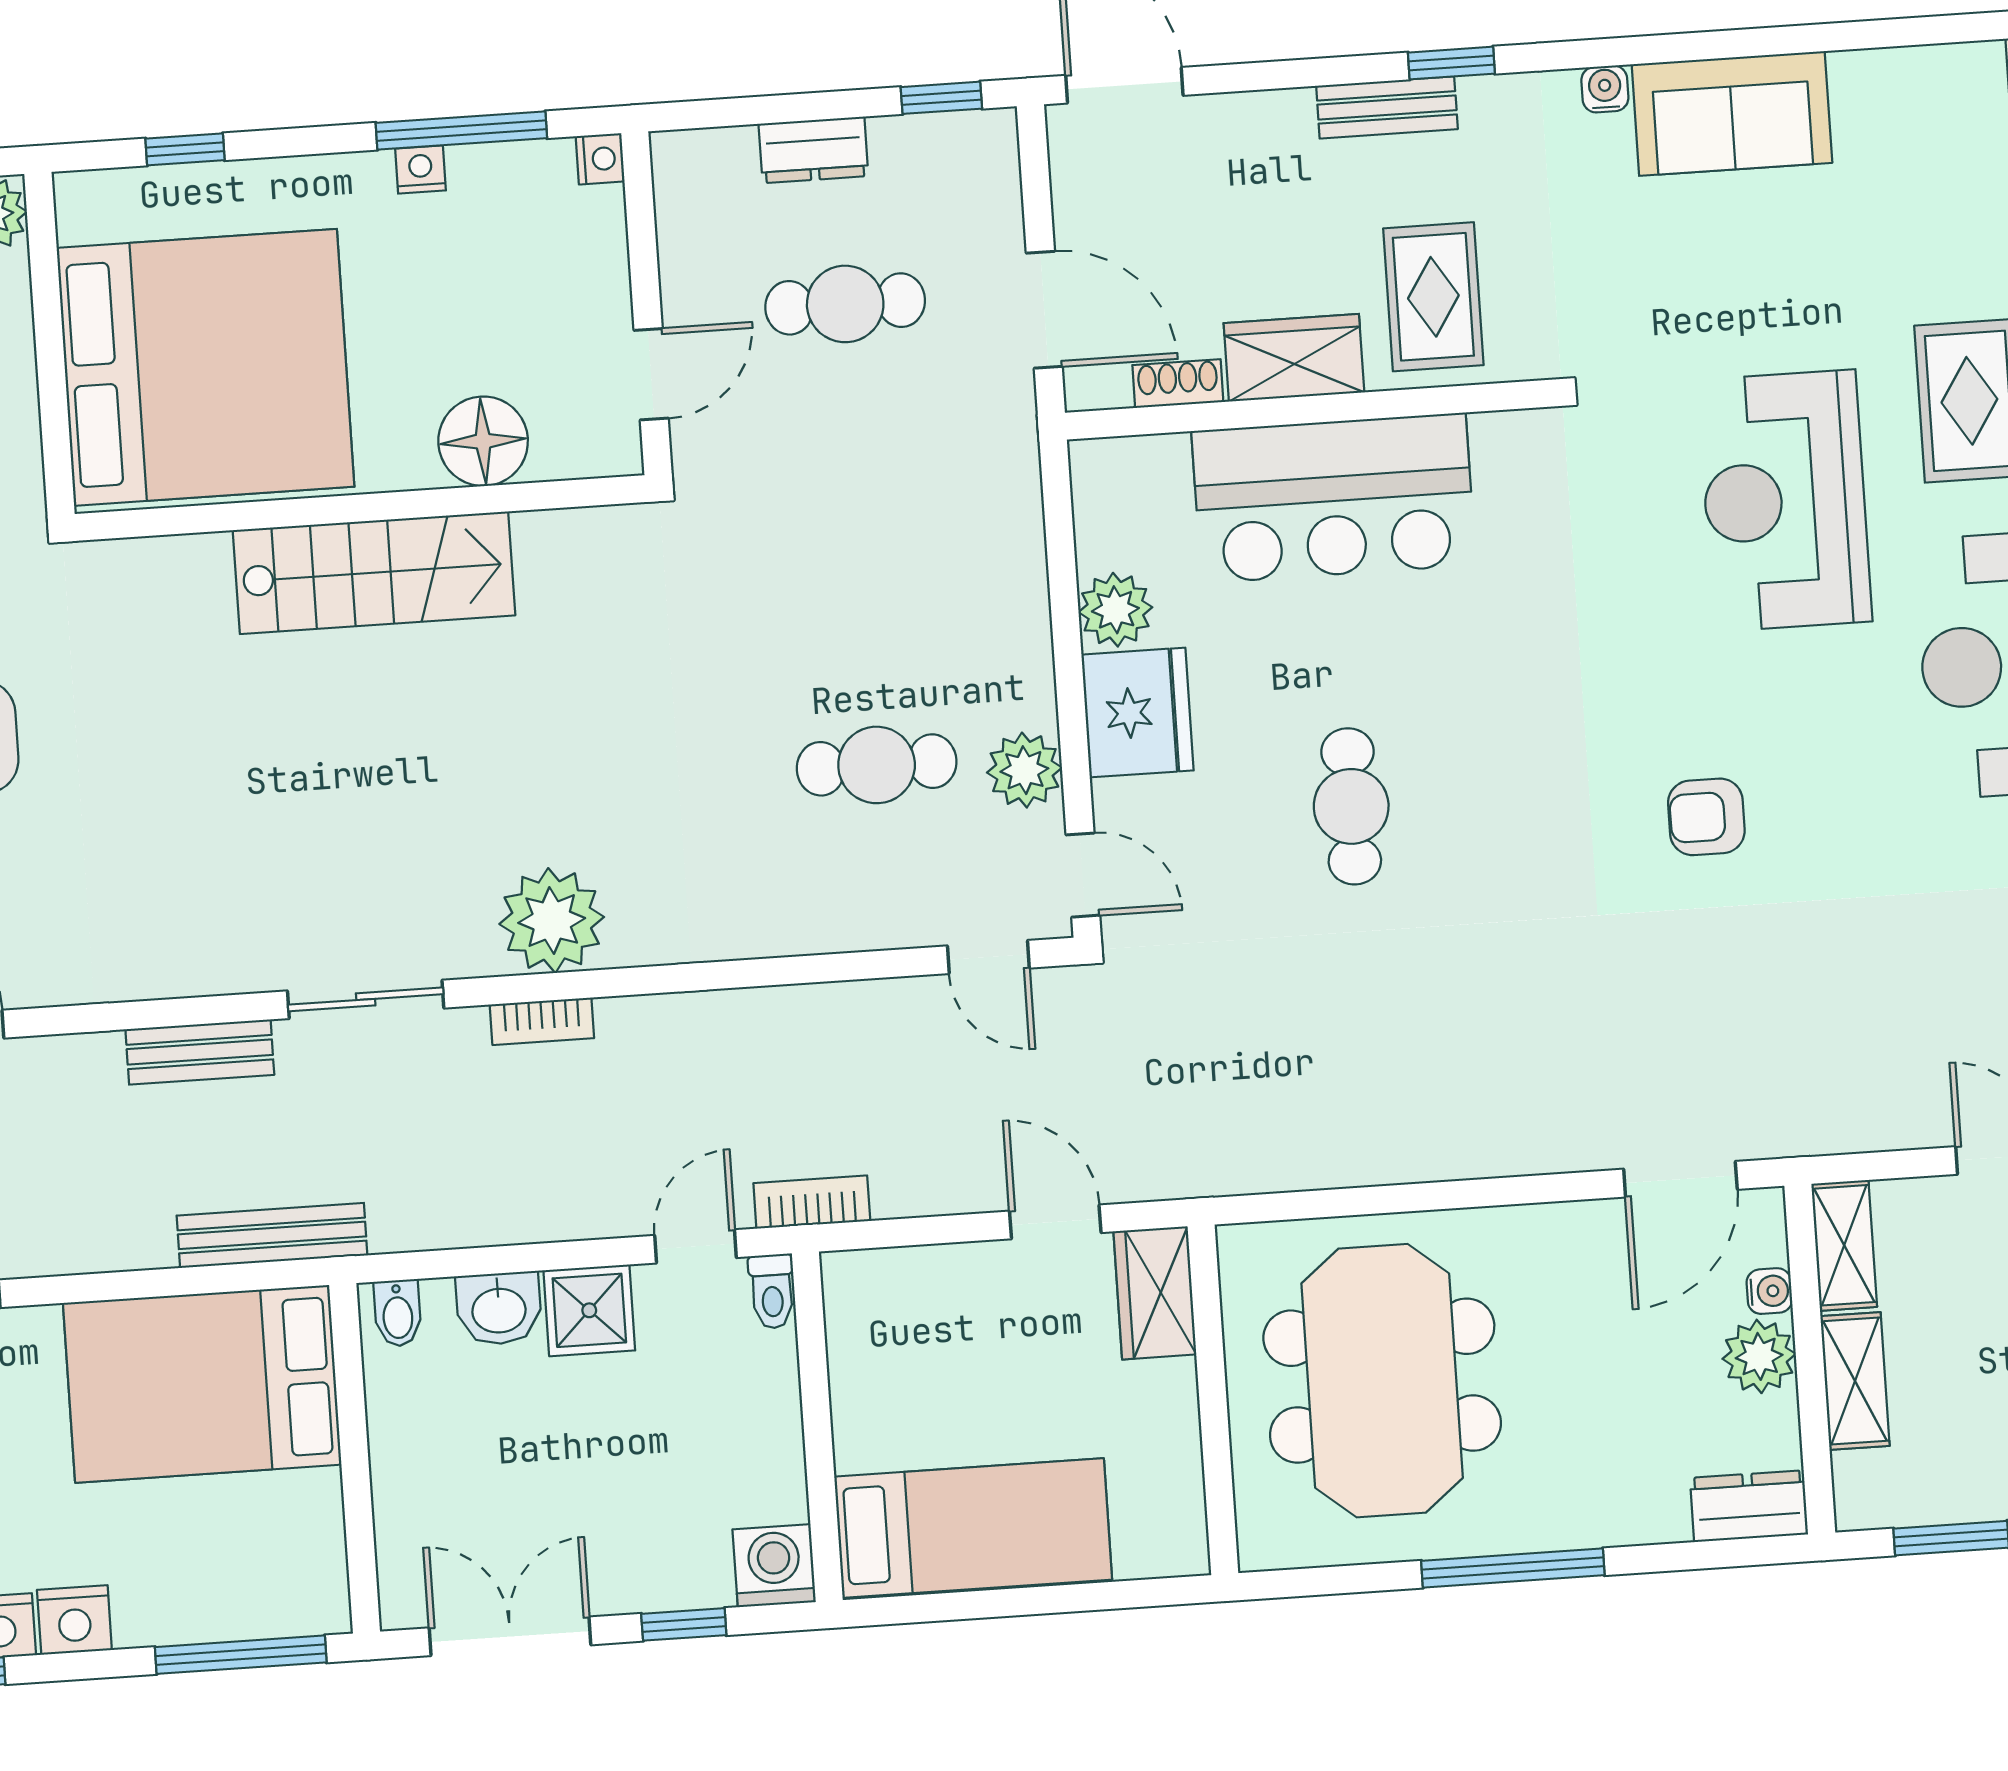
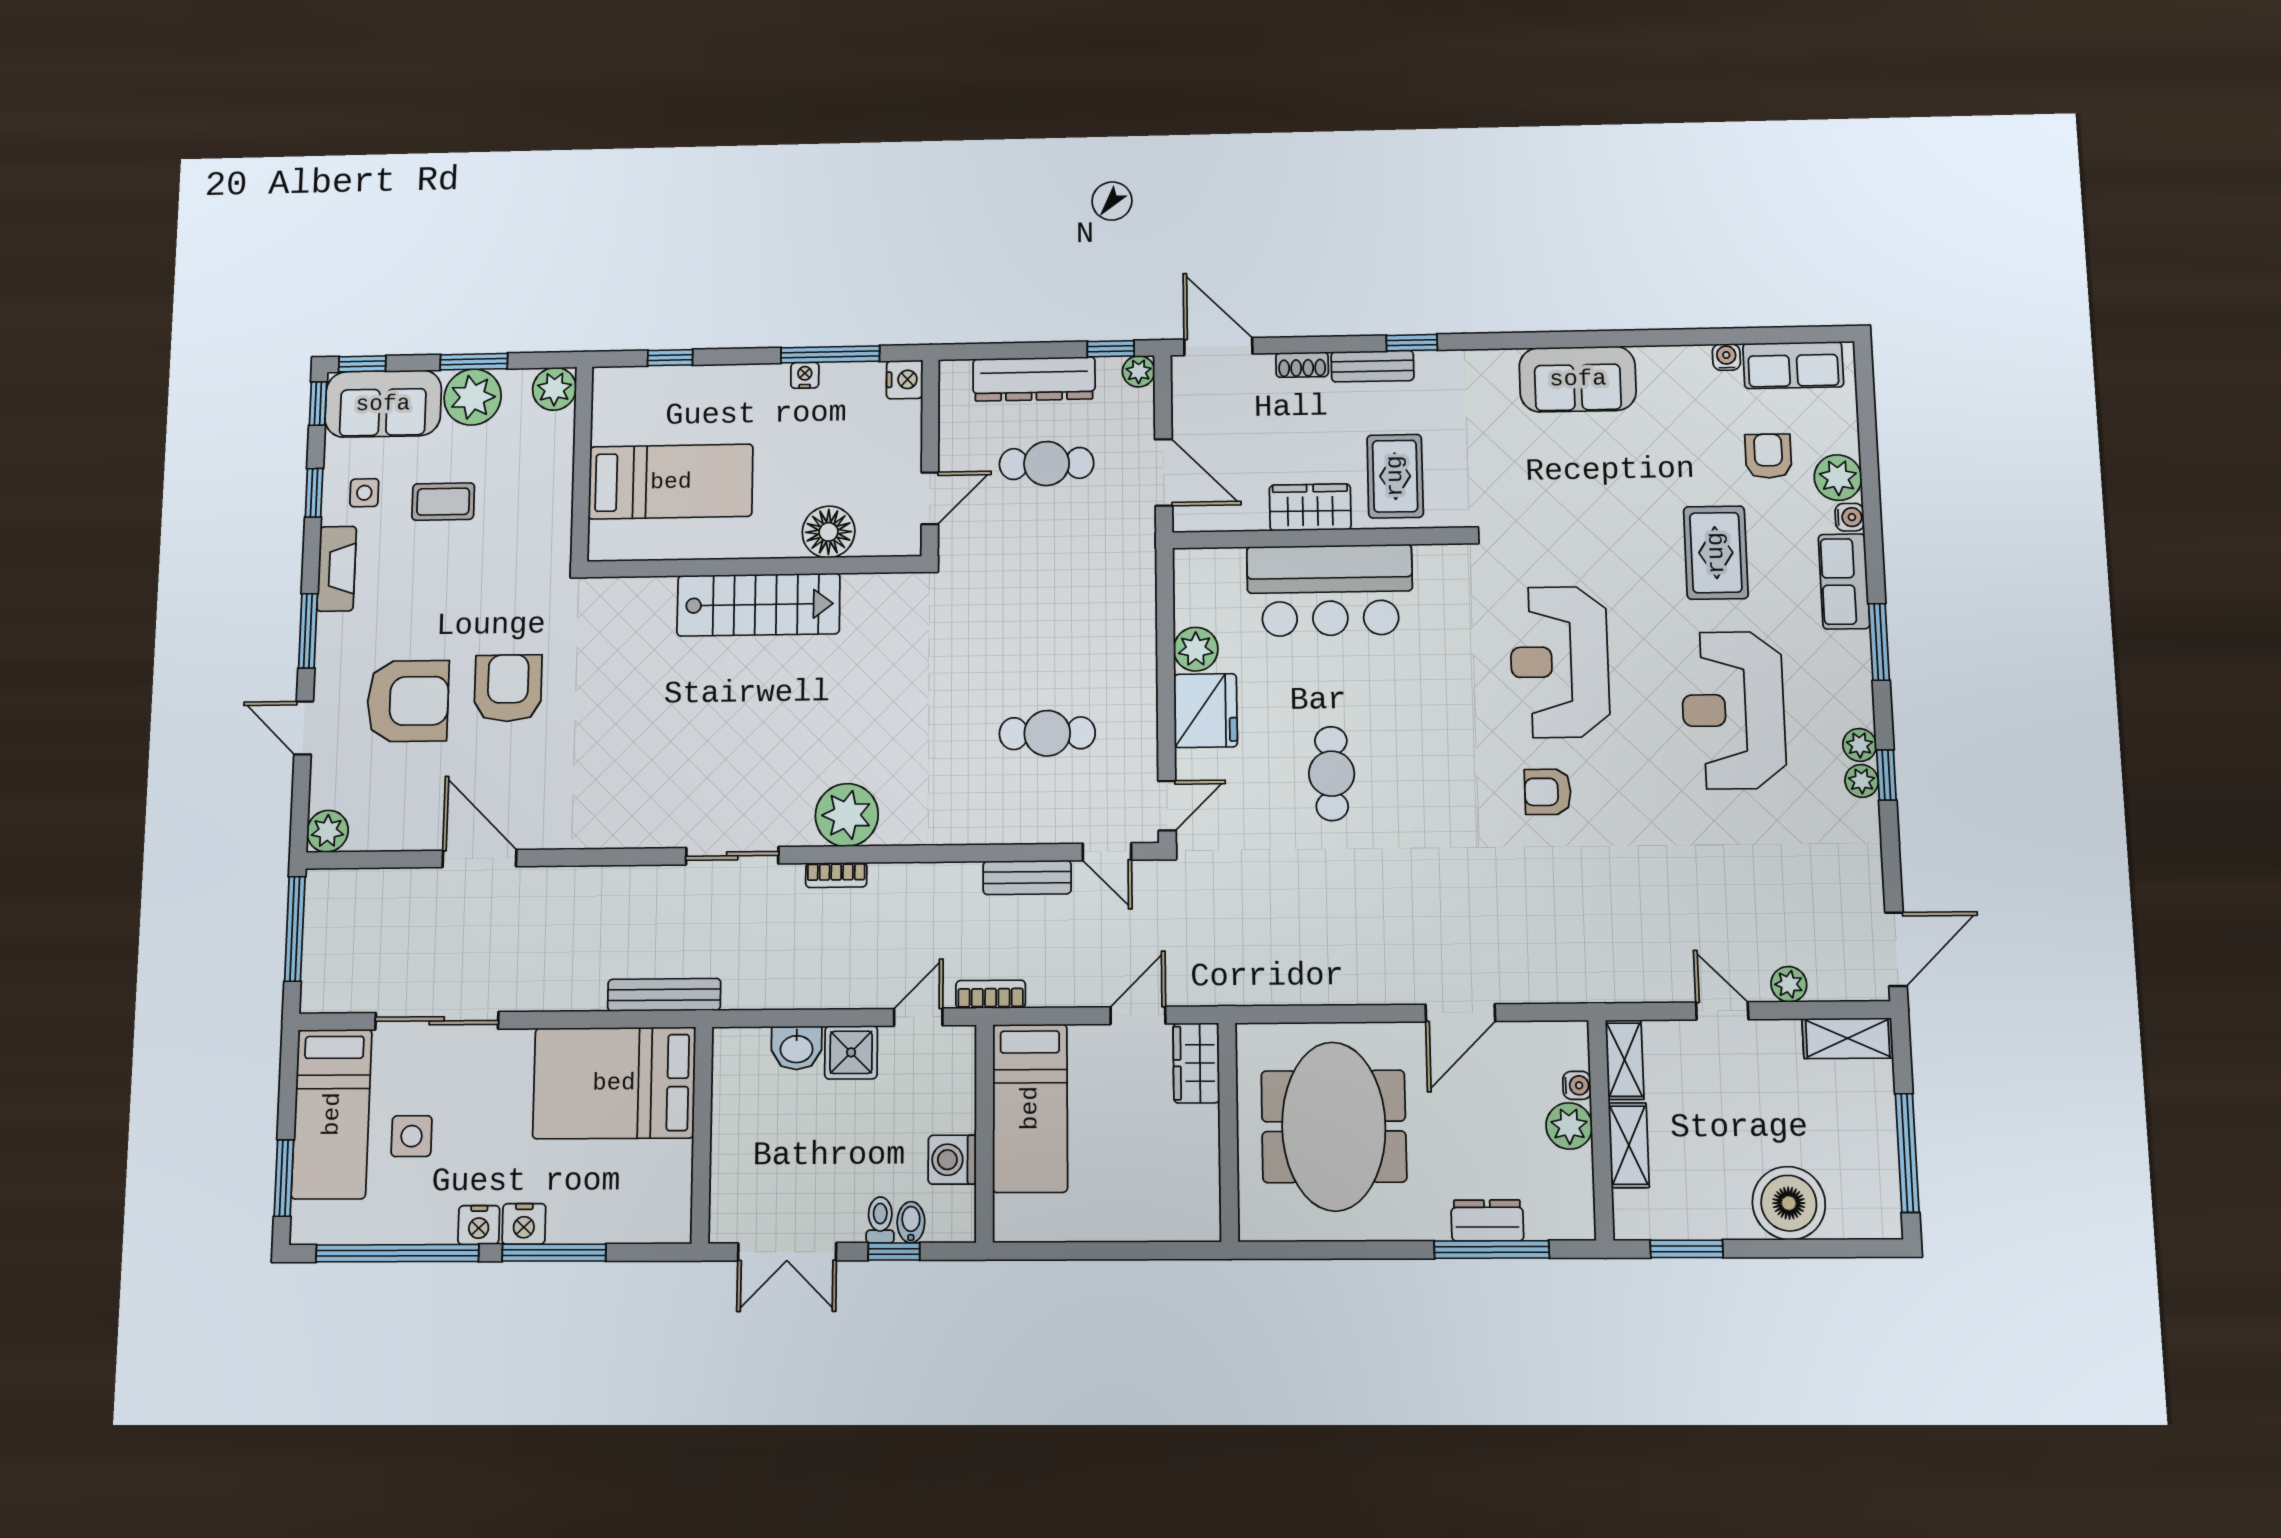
water cooler: (1605, 89) -> (1726, 357), moved
dresser: (813, 150) -> (1034, 379), width x1.96, depth x1.24
nightstand: (600, 159) -> (905, 380), width x1.39, depth x1.35
bed: (205, 367) -> (671, 482), width x0.49
shoe rack: (1178, 384) -> (1302, 365), moved, turned 180
reception desk: (1785, 501) -> (1559, 662), moved
plant: (1024, 770) -> (1139, 371), moved, width x0.73, depth x0.73
door: (1083, 875) -> (1167, 806), hinge flipped
bench: (200, 1052) -> (1027, 877), moved
door: (1680, 1179) -> (1460, 1013), moved
door: (1055, 1222) -> (1138, 1015), hinge flipped
toilet: (772, 1291) -> (880, 1220), moved, turned 180
bidet: (398, 1313) -> (911, 1222), moved, turned 180
dresser: (1749, 1506) -> (1487, 1220), moved
bed: (973, 1528) -> (1030, 1108), moved, turned 90
washing machine: (774, 1566) -> (952, 1160), moved, turned -90
window: (1513, 1568) -> (1492, 1250), moved
double door: (510, 1636) -> (787, 1252), swing flipped
window: (241, 1655) -> (554, 1253), moved

